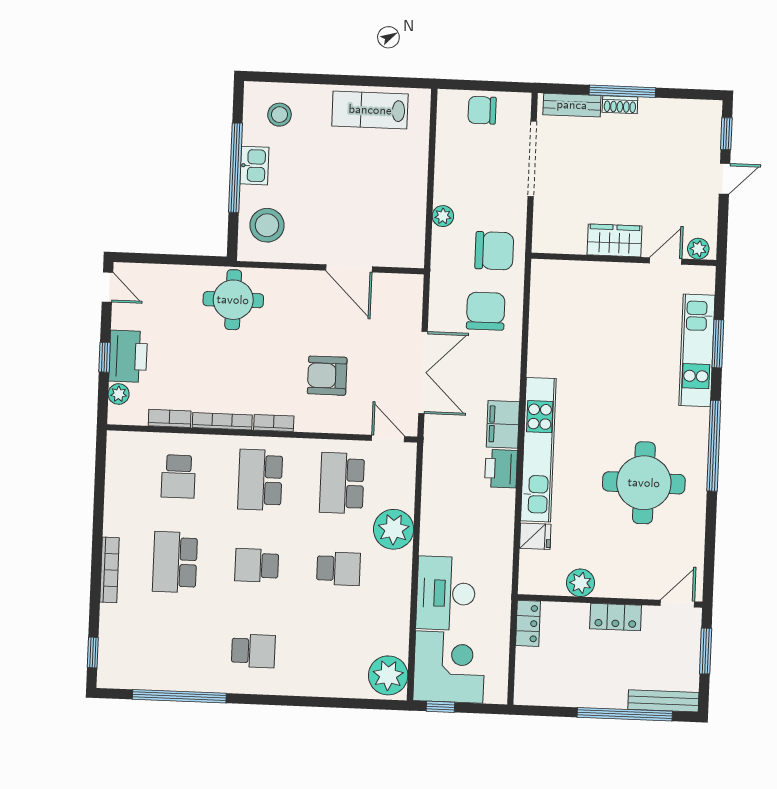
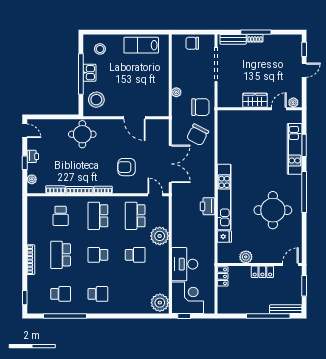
chair: (486, 311) -> (198, 135), turned -153
printer: (128, 356) -> (33, 156), width x0.53, depth x0.68
filing cabinet: (503, 424) -> (208, 186), removed
school desk: (172, 648) -> (61, 294), added

